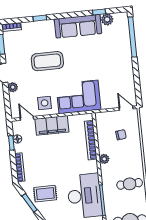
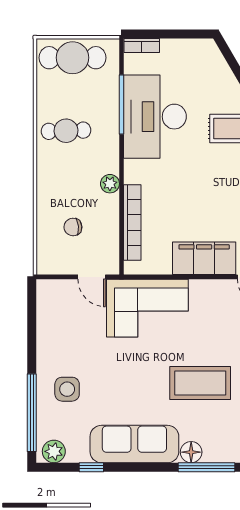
window: (40, 18) -> (206, 467), width x2.17
plant: (107, 19) -> (54, 451), moved
floor lamp: (48, 25) -> (191, 452), added
side table: (45, 103) -> (67, 389), moved
door: (126, 108) -> (92, 277), moved

